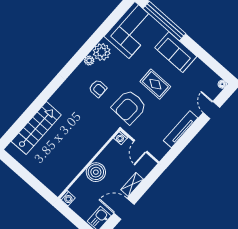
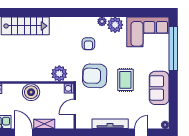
sofa: (176, 52) -> (159, 88), moved
plant: (101, 135) -> (59, 74), added

